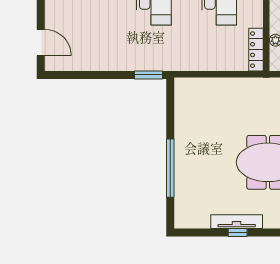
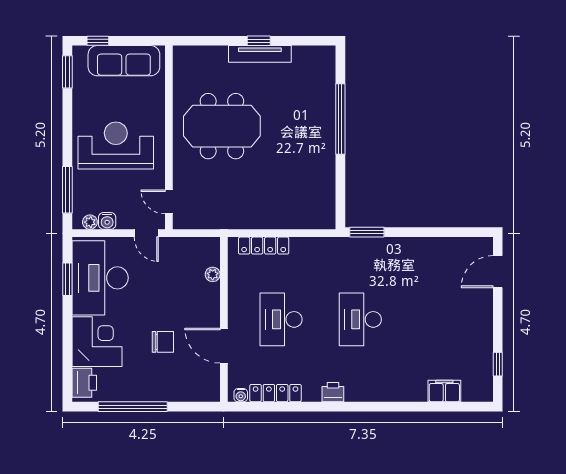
door: (41, 42) -> (498, 272), hinge flipped
locker: (256, 50) -> (264, 246), moved, turned 90

